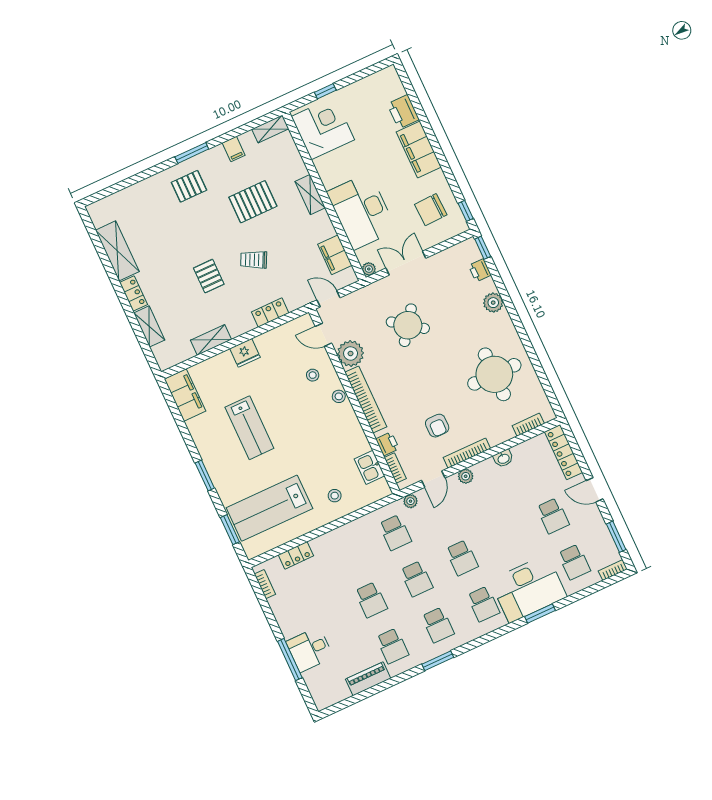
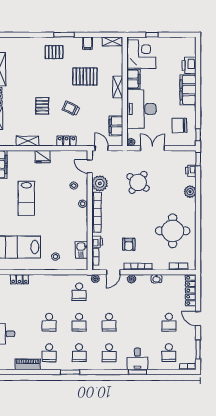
filing cabinet: (328, 171) -> (133, 79), added
desk: (528, 589) -> (137, 359), width x0.53, depth x0.77

